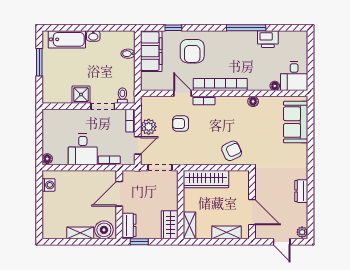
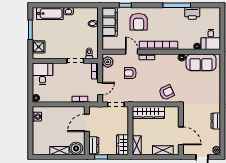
shower: (81, 95) -> (39, 47), moved
sofa: (296, 122) -> (201, 62), moved, turned -90
plant: (149, 127) -> (108, 62), moved
desk: (83, 149) -> (42, 74), moved, turned 180

